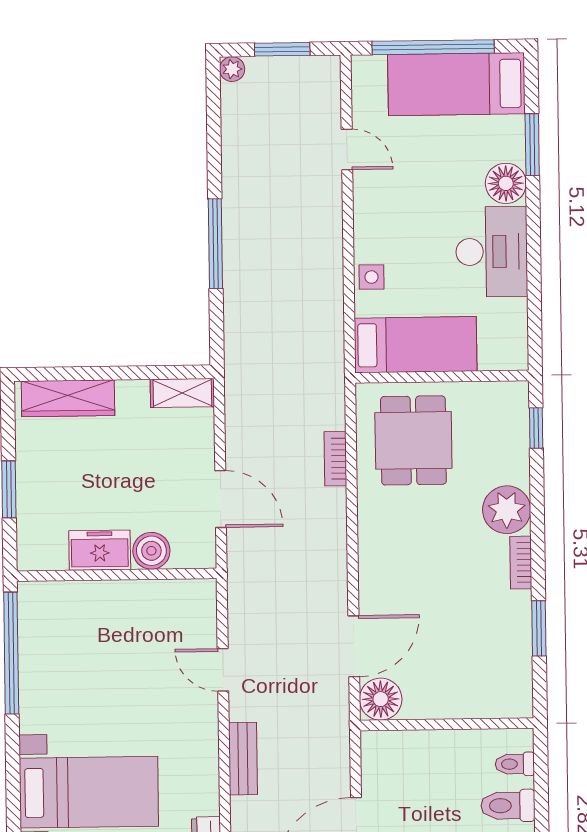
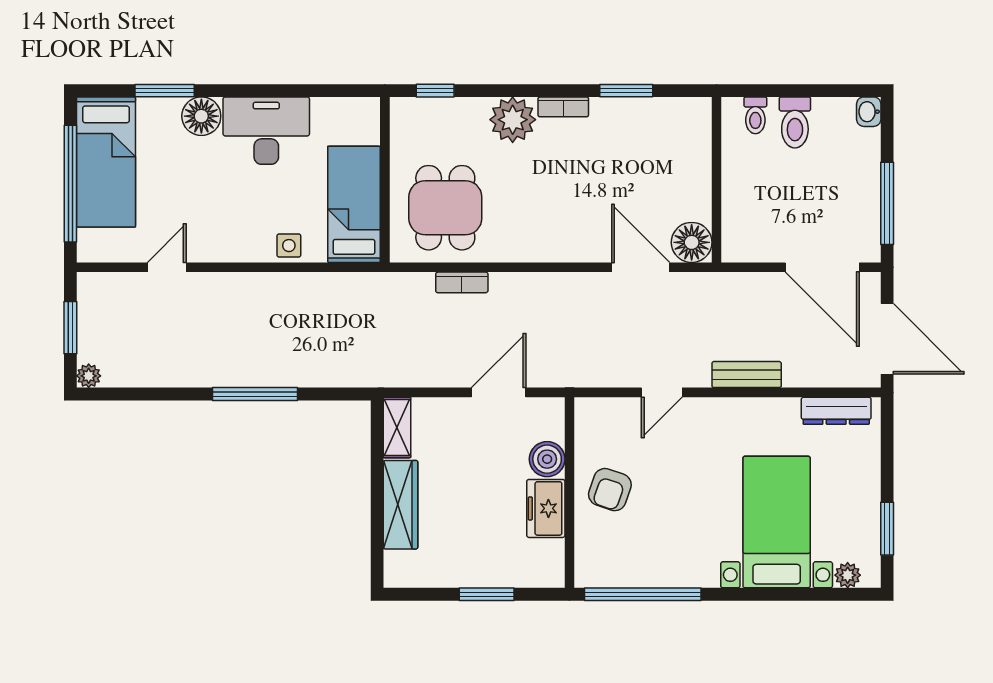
wardrobe: (68, 398) -> (400, 505), moved
dining table: (413, 440) -> (445, 208), turned 90
armchair: (120, 617) -> (610, 490), added

